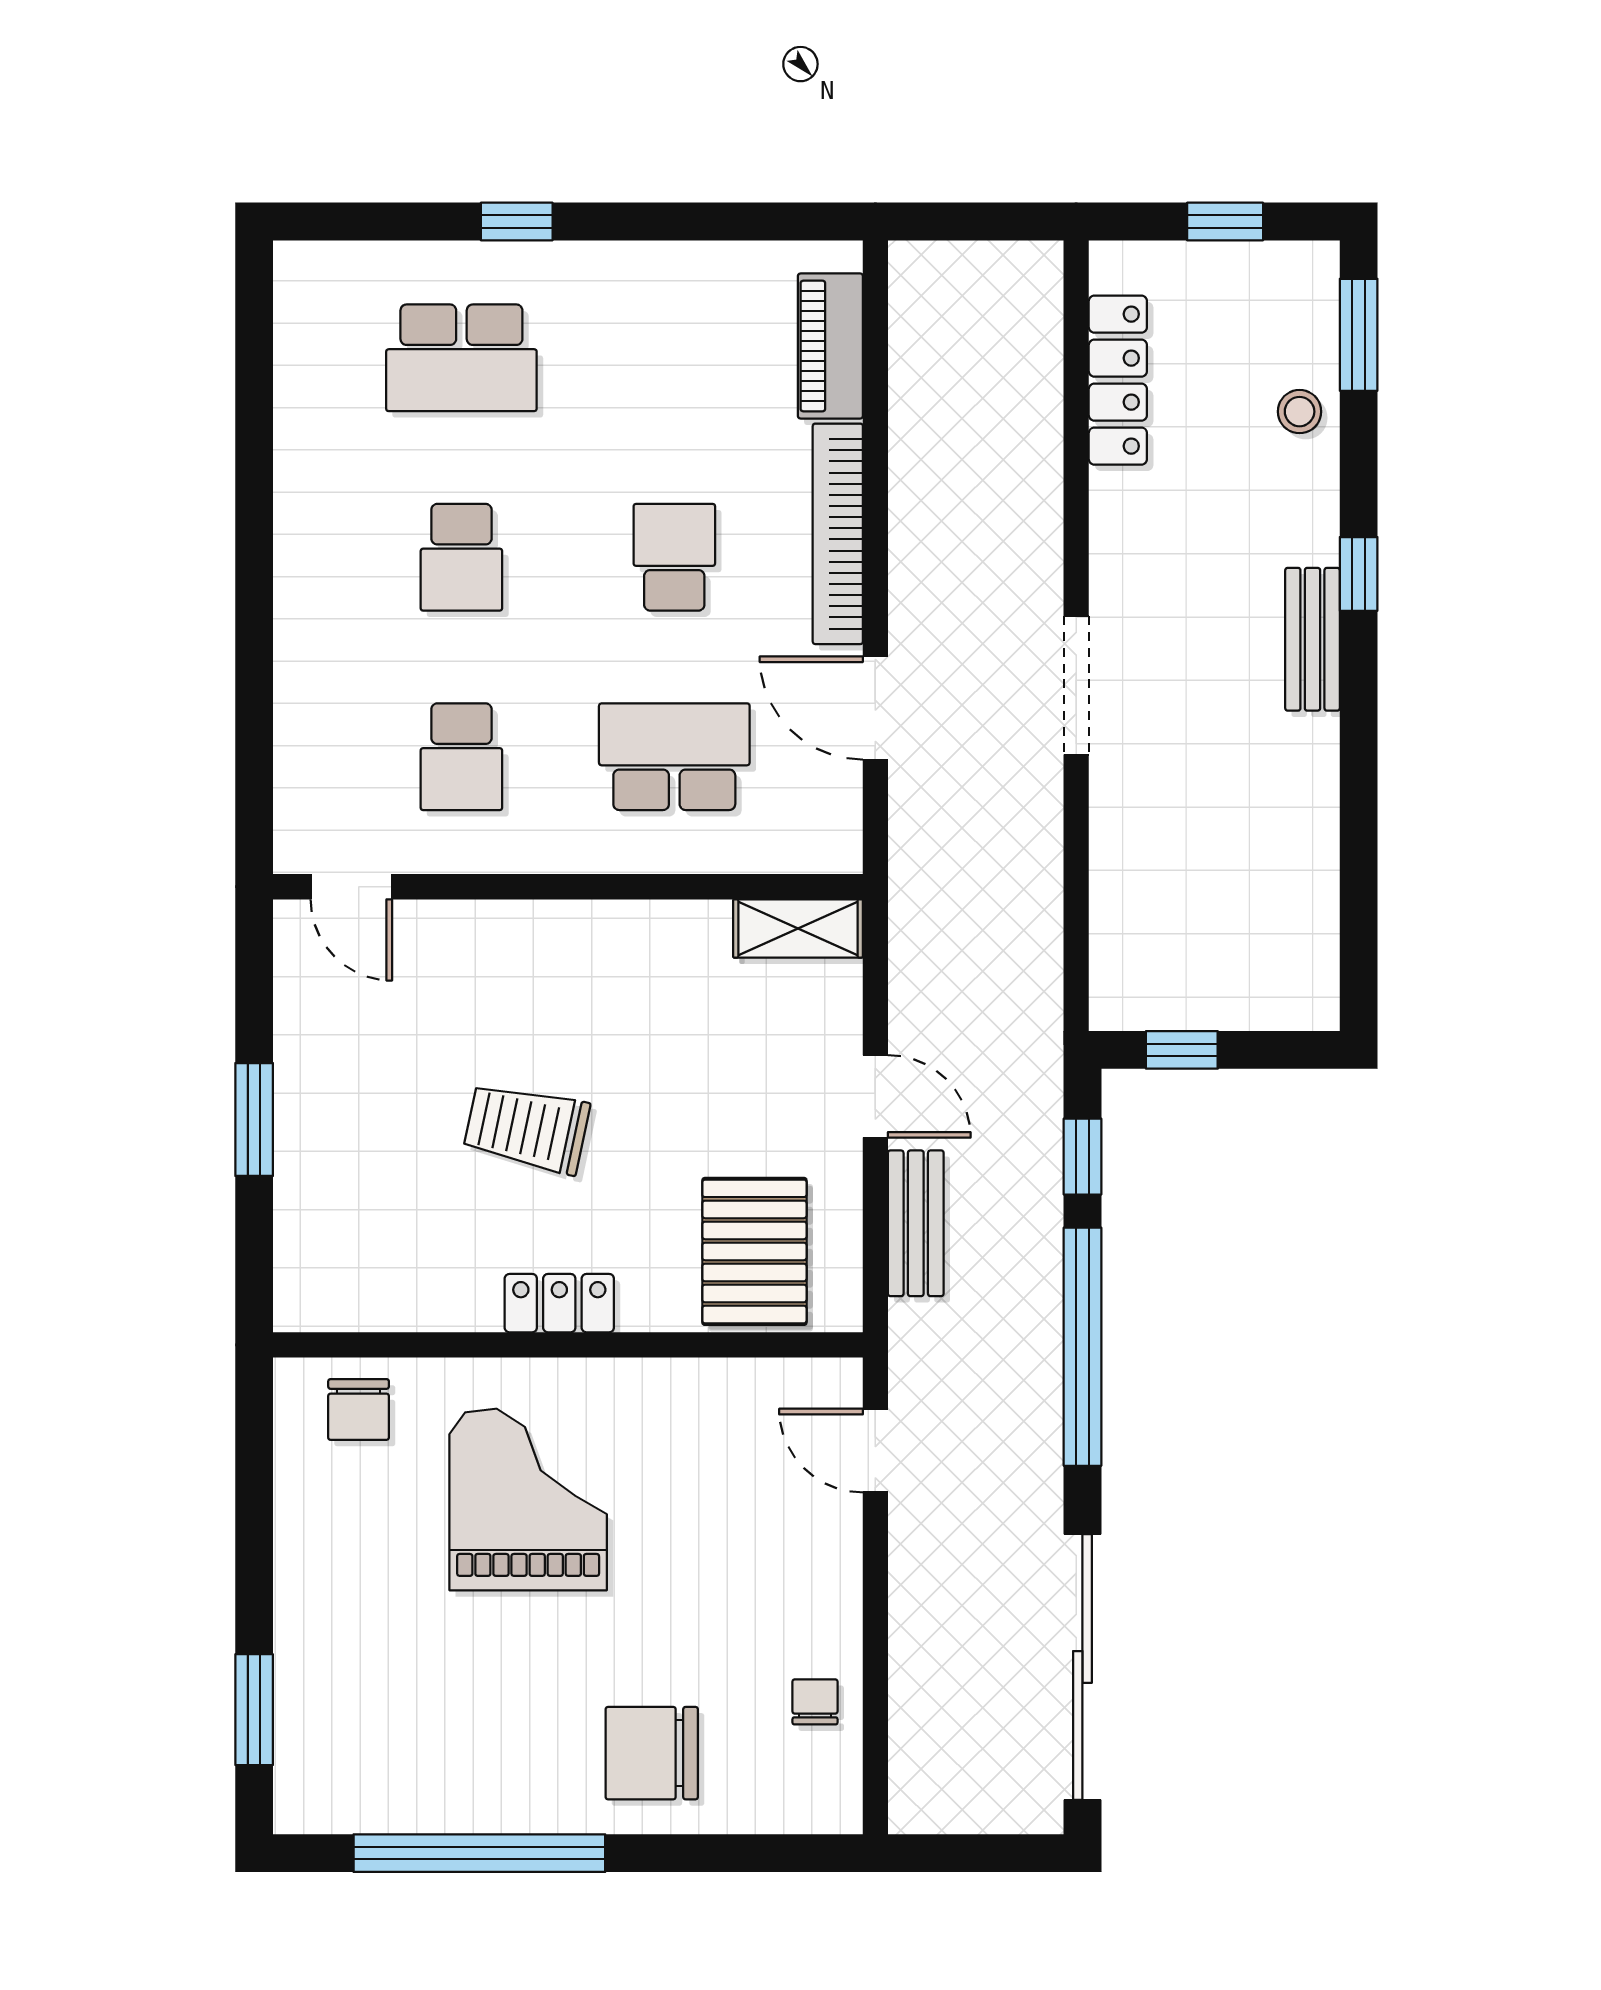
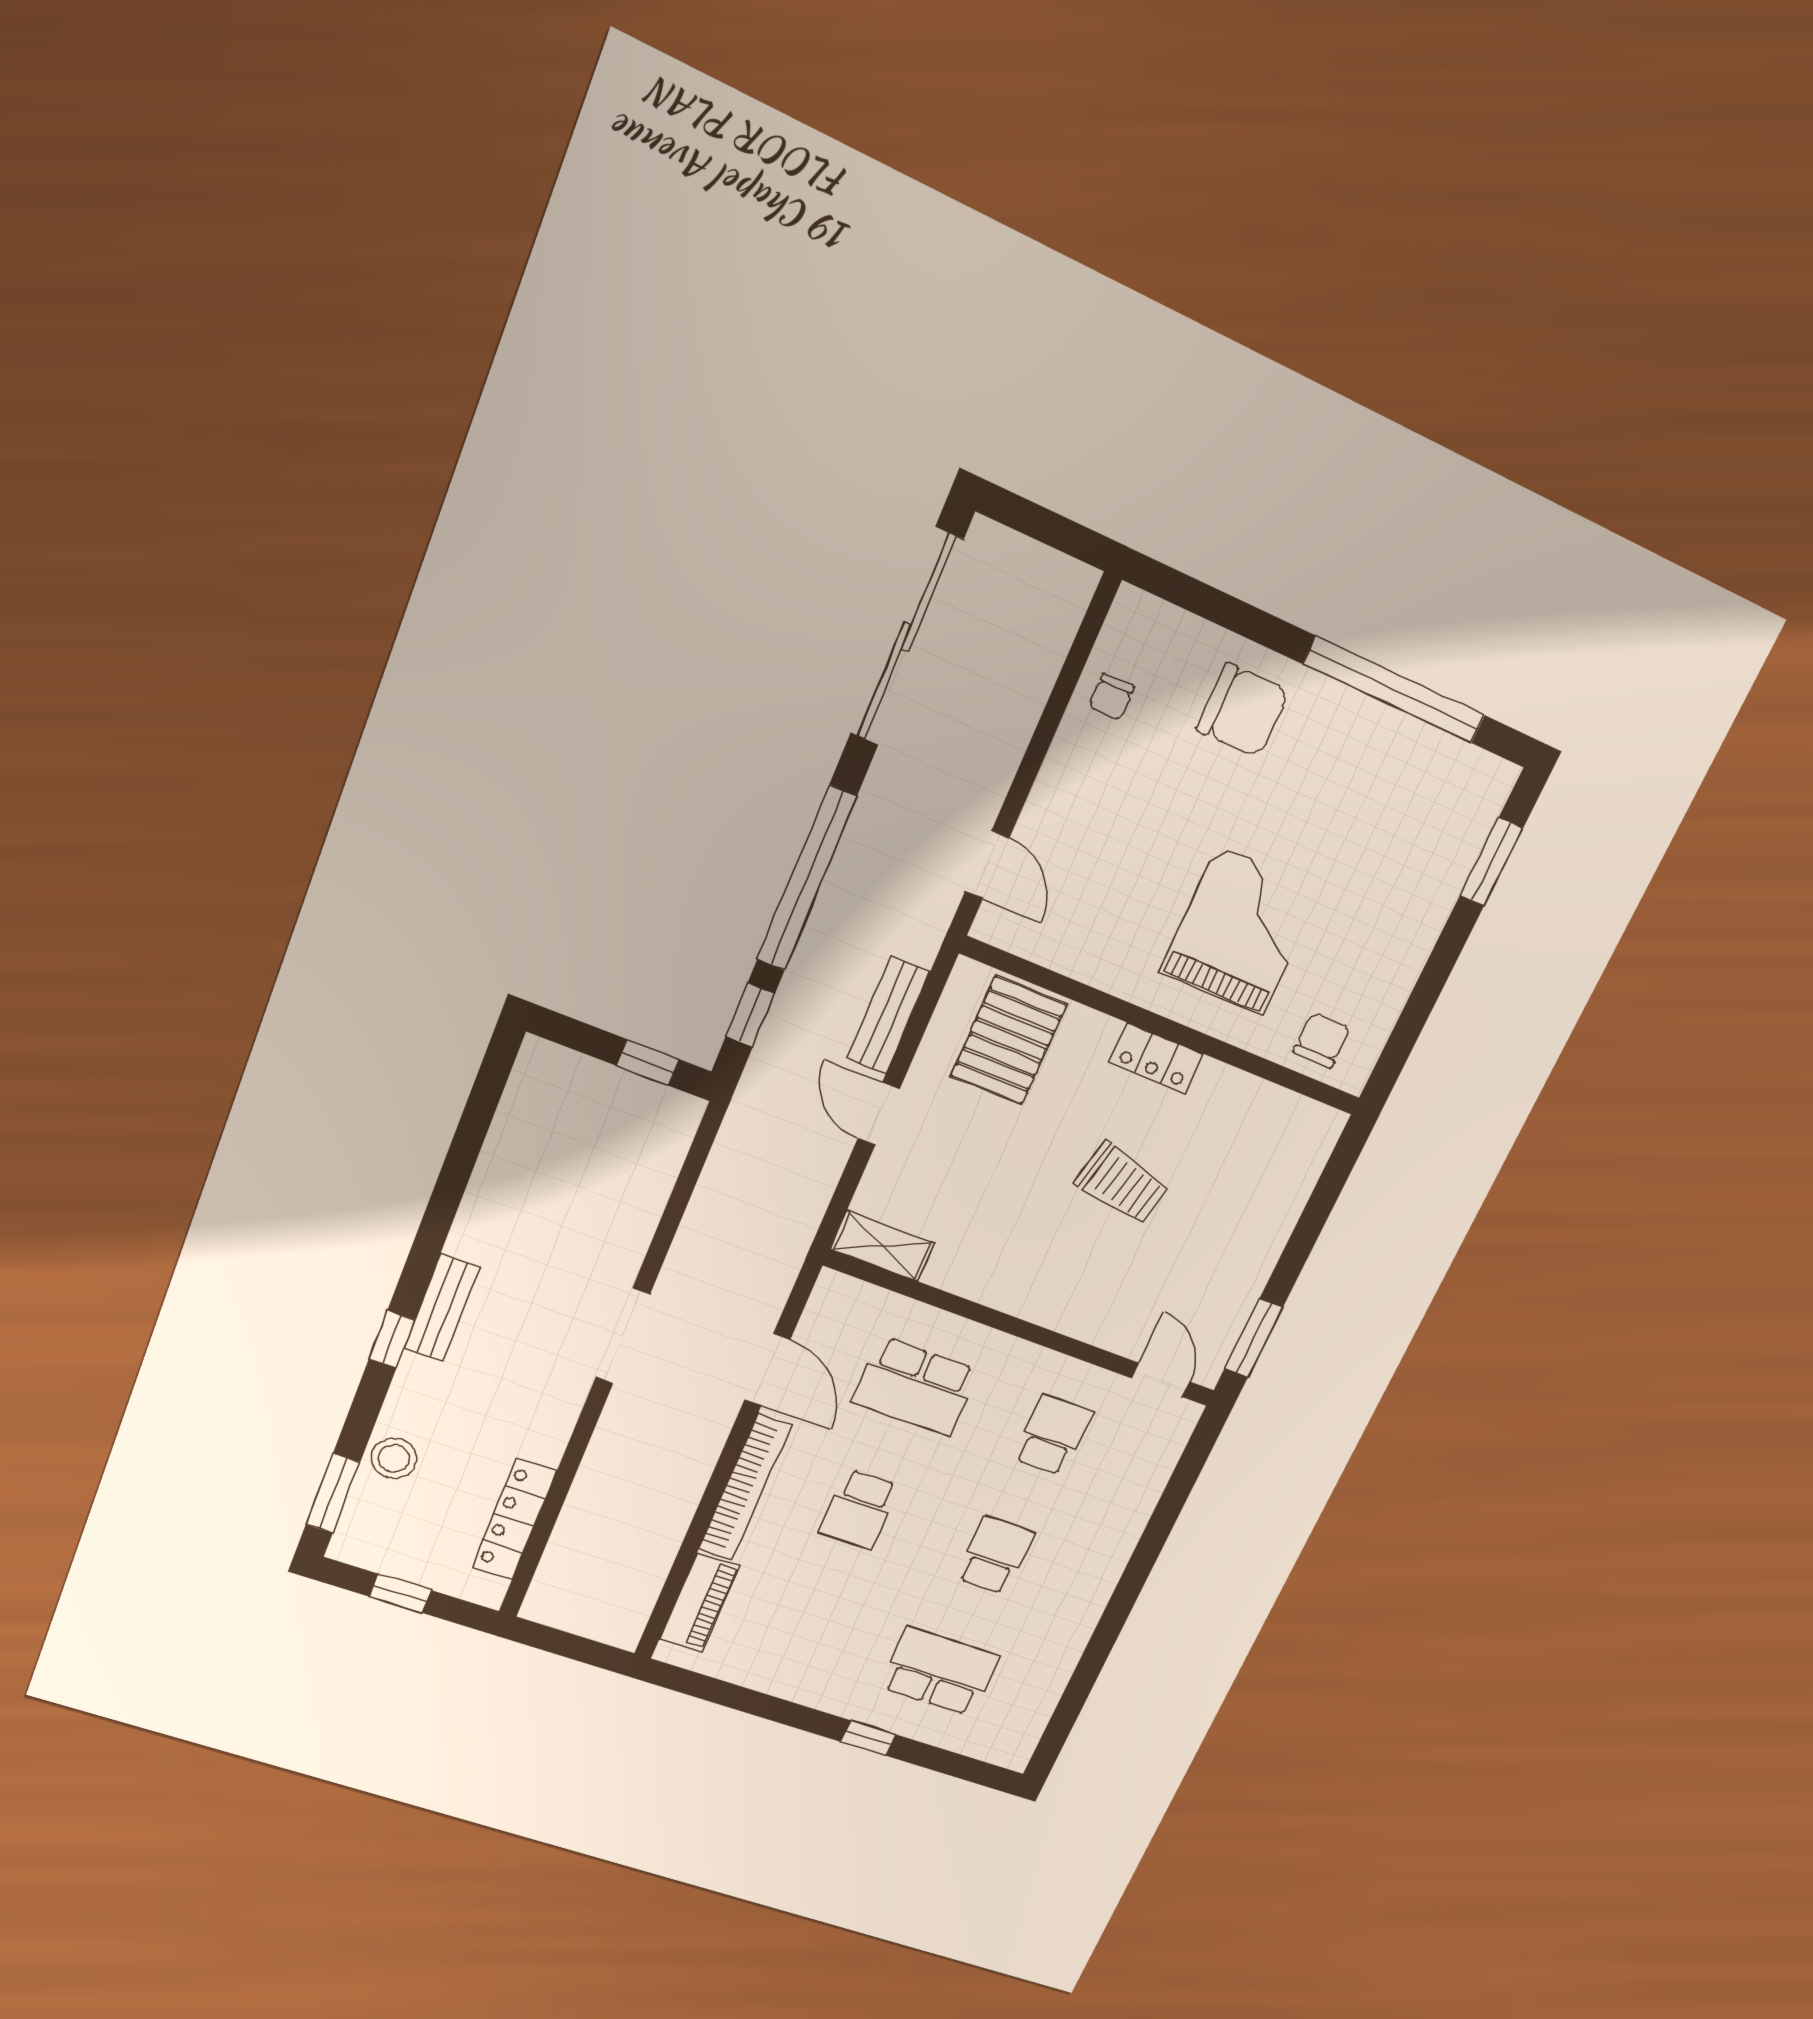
stool: (1300, 412) -> (394, 1458), width x1.37, depth x1.37
window: (254, 1119) -> (1254, 1338), moved
grand piano: (528, 1500) -> (1241, 931), turned 180

